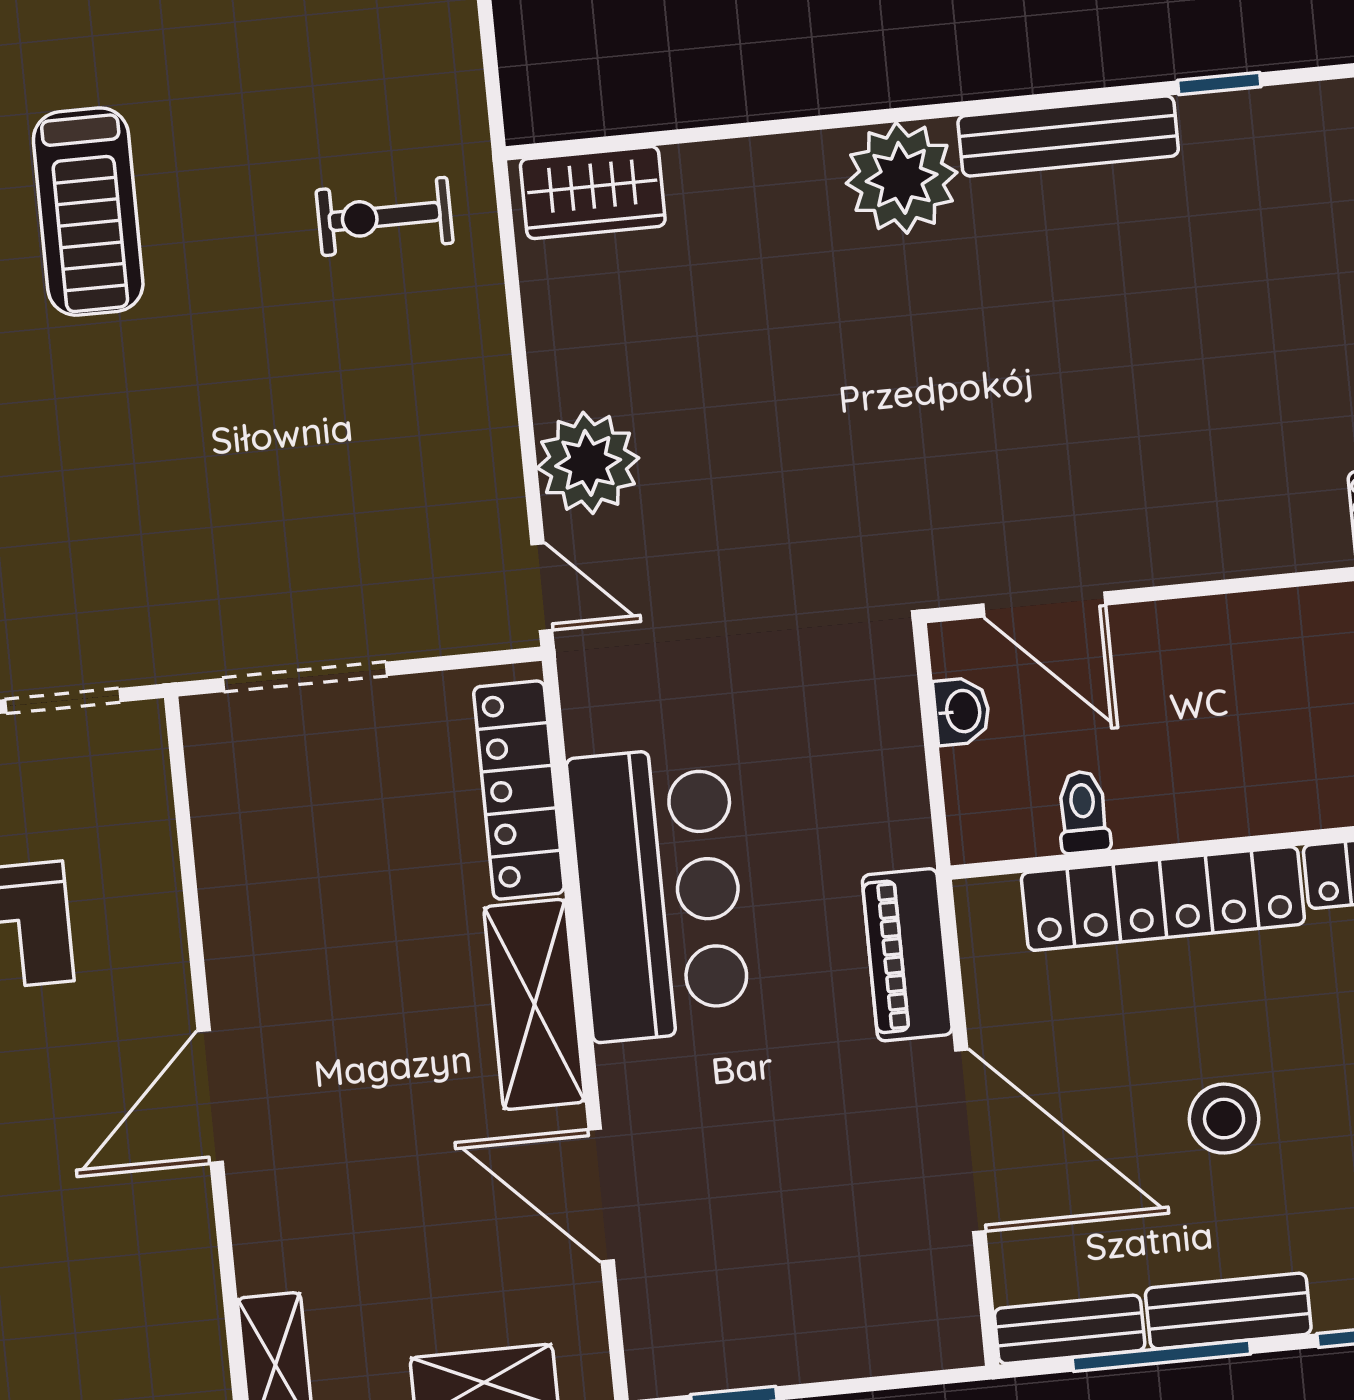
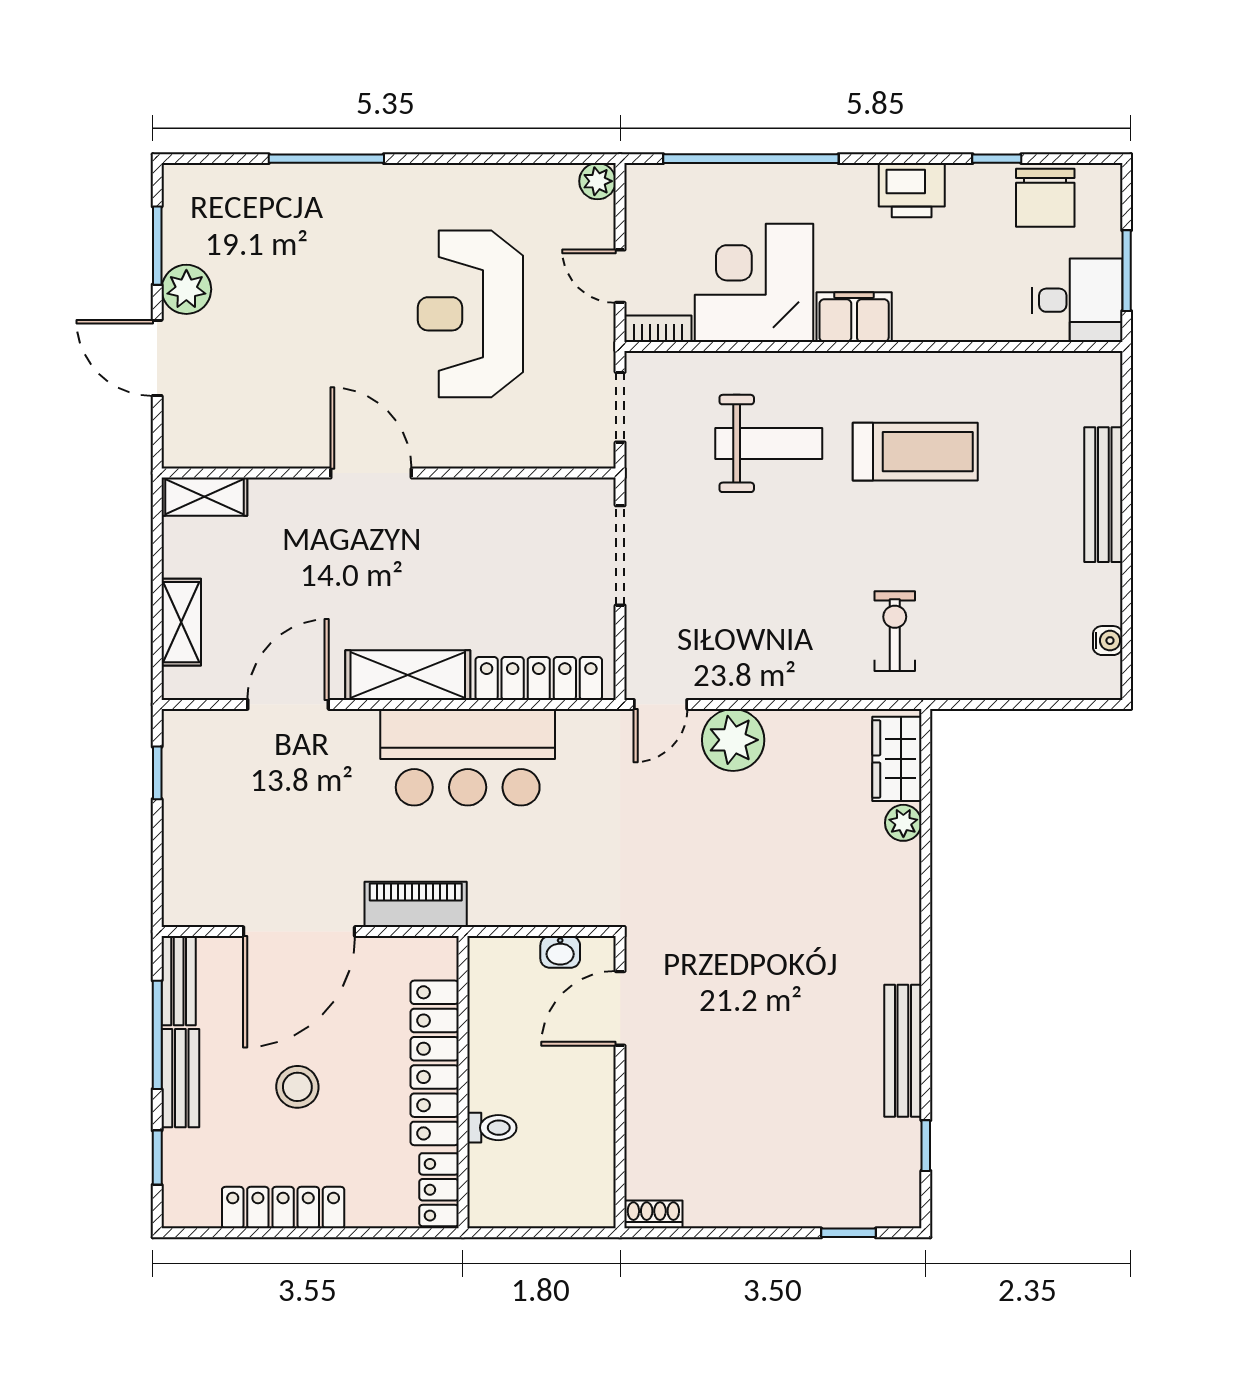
plant: (902, 178) -> (903, 823), moved, width x0.53, depth x0.53
treadmill: (88, 212) -> (915, 452), turned 180
weight bench: (98, 452) -> (769, 443), added
toilet: (1083, 812) -> (492, 1128), moved

